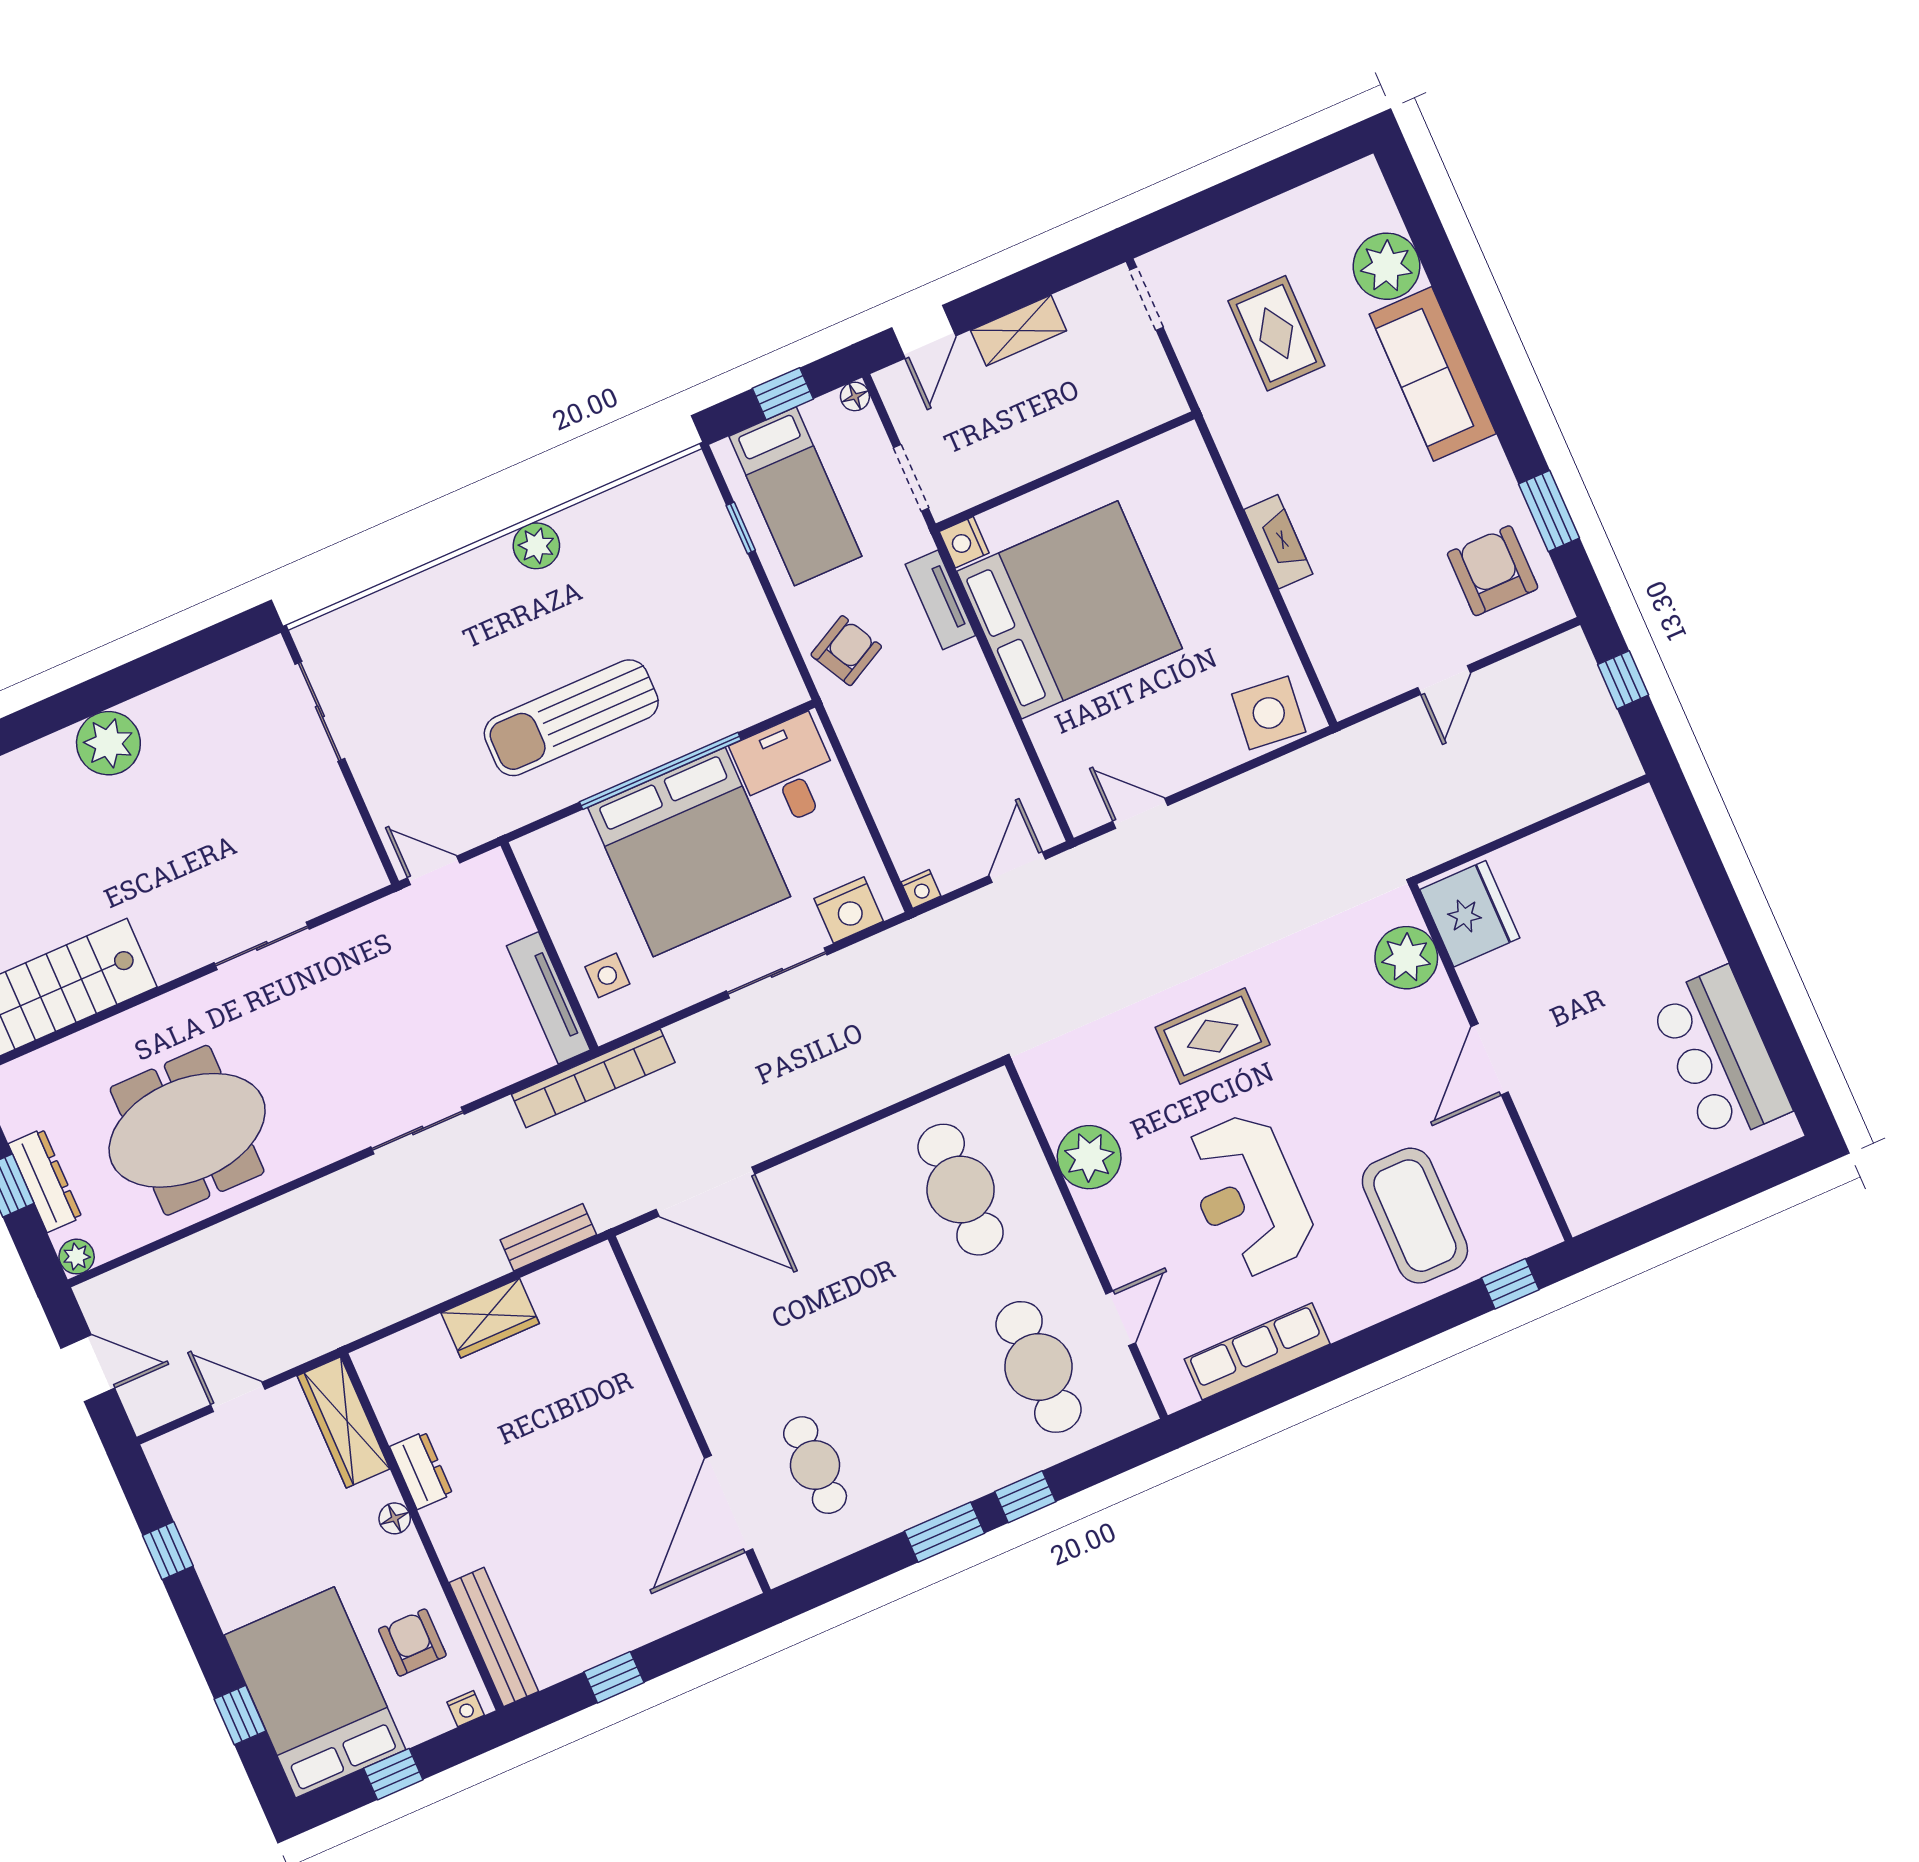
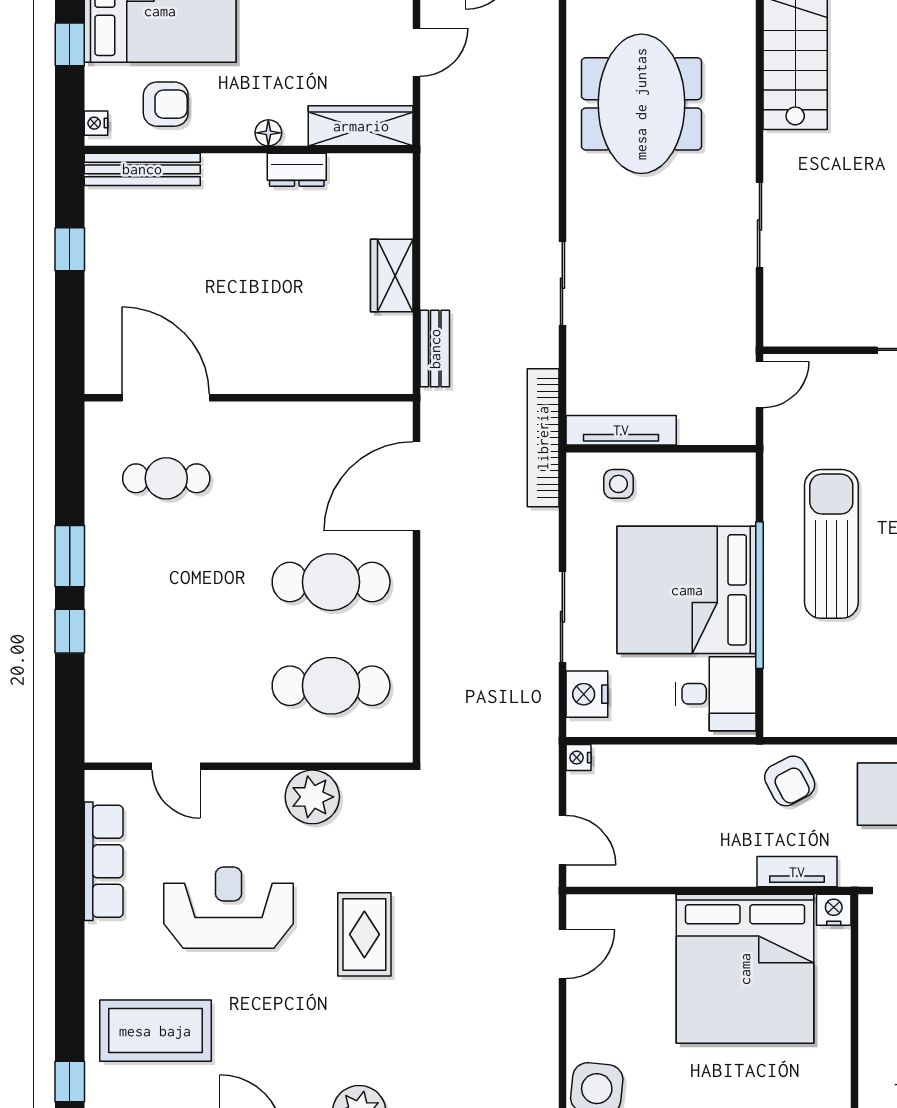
cafe table: (1038, 1367) -> (331, 582), moved

